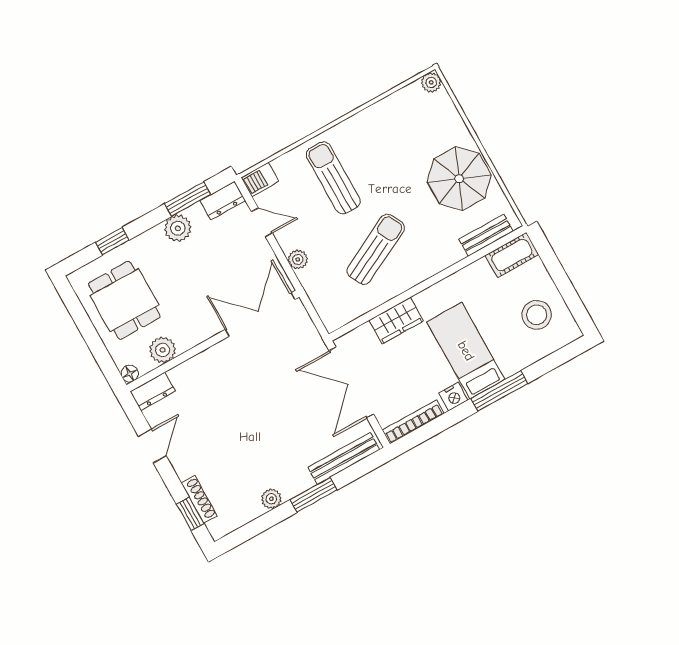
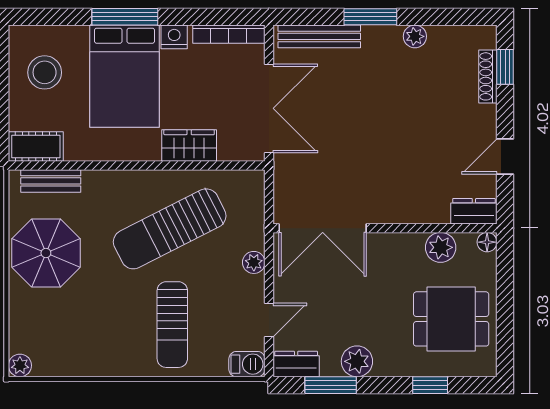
door: (262, 222) -> (269, 320), swing flipped
sun lounger: (376, 249) -> (170, 229), width x1.36, depth x1.34
dining table: (124, 300) -> (451, 319), turned 90
bed: (466, 351) -> (124, 76), width x1.50

